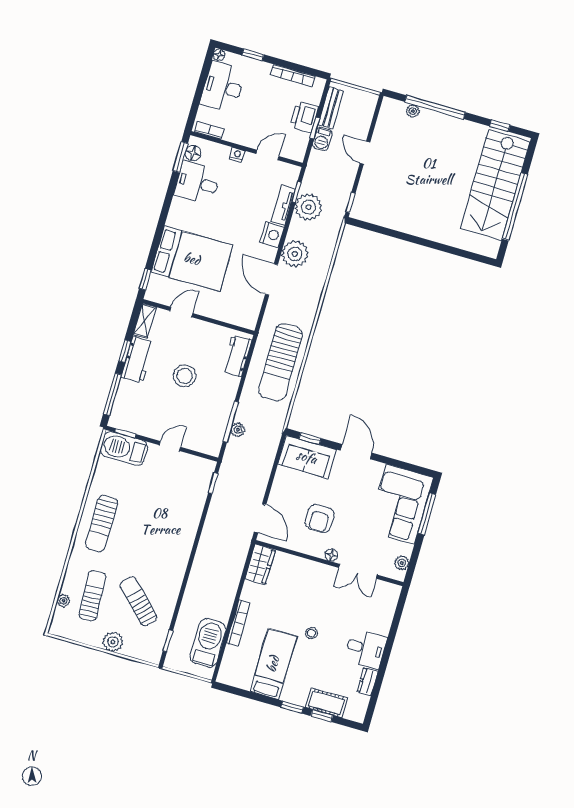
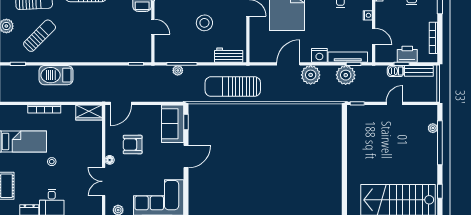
tv unit: (283, 205) -> (348, 57), width x1.41
barbecue: (208, 643) -> (56, 75), moved, turned 180

